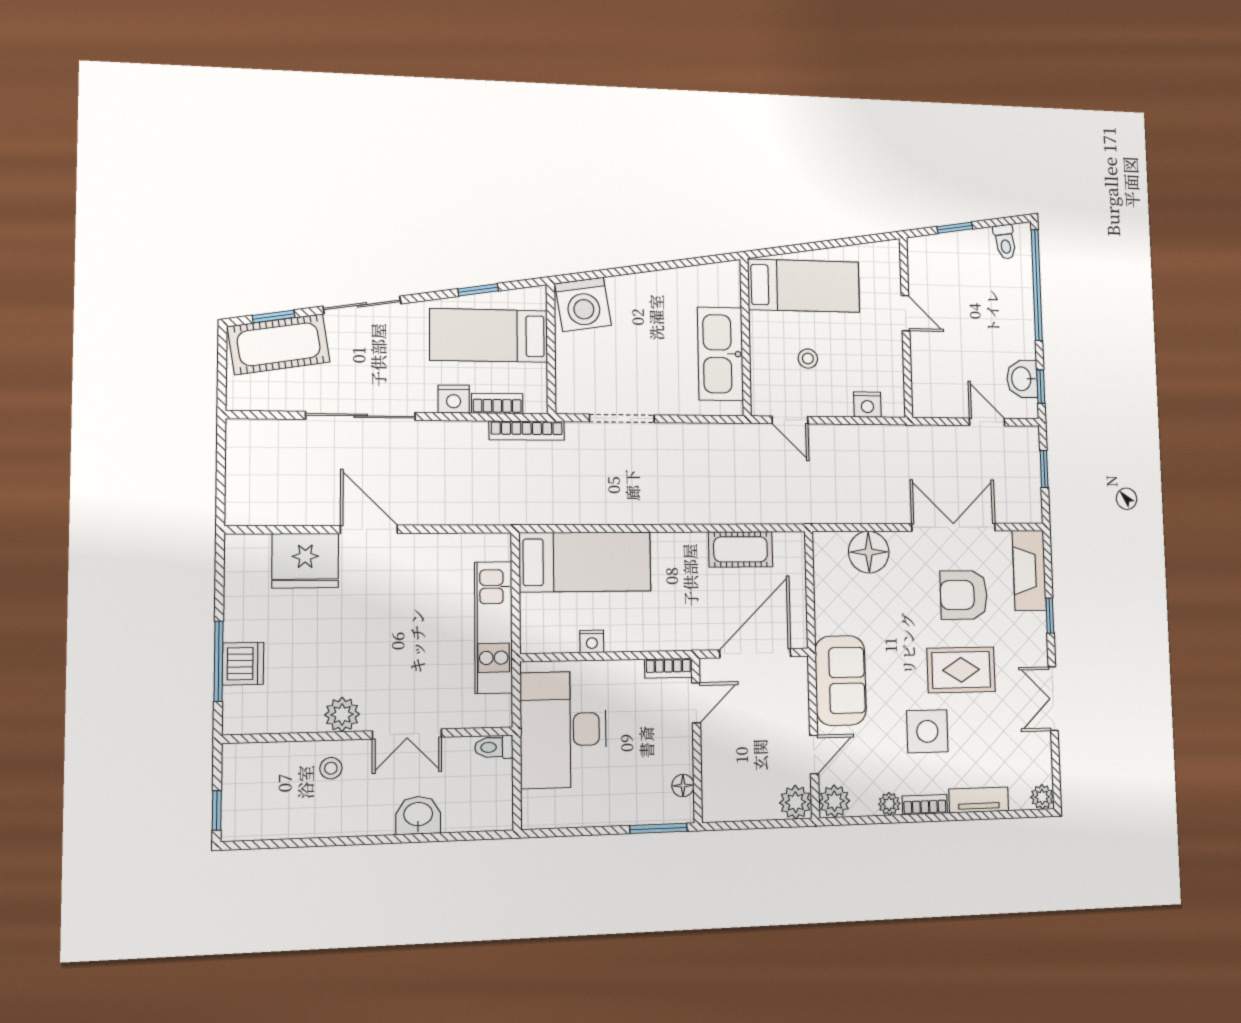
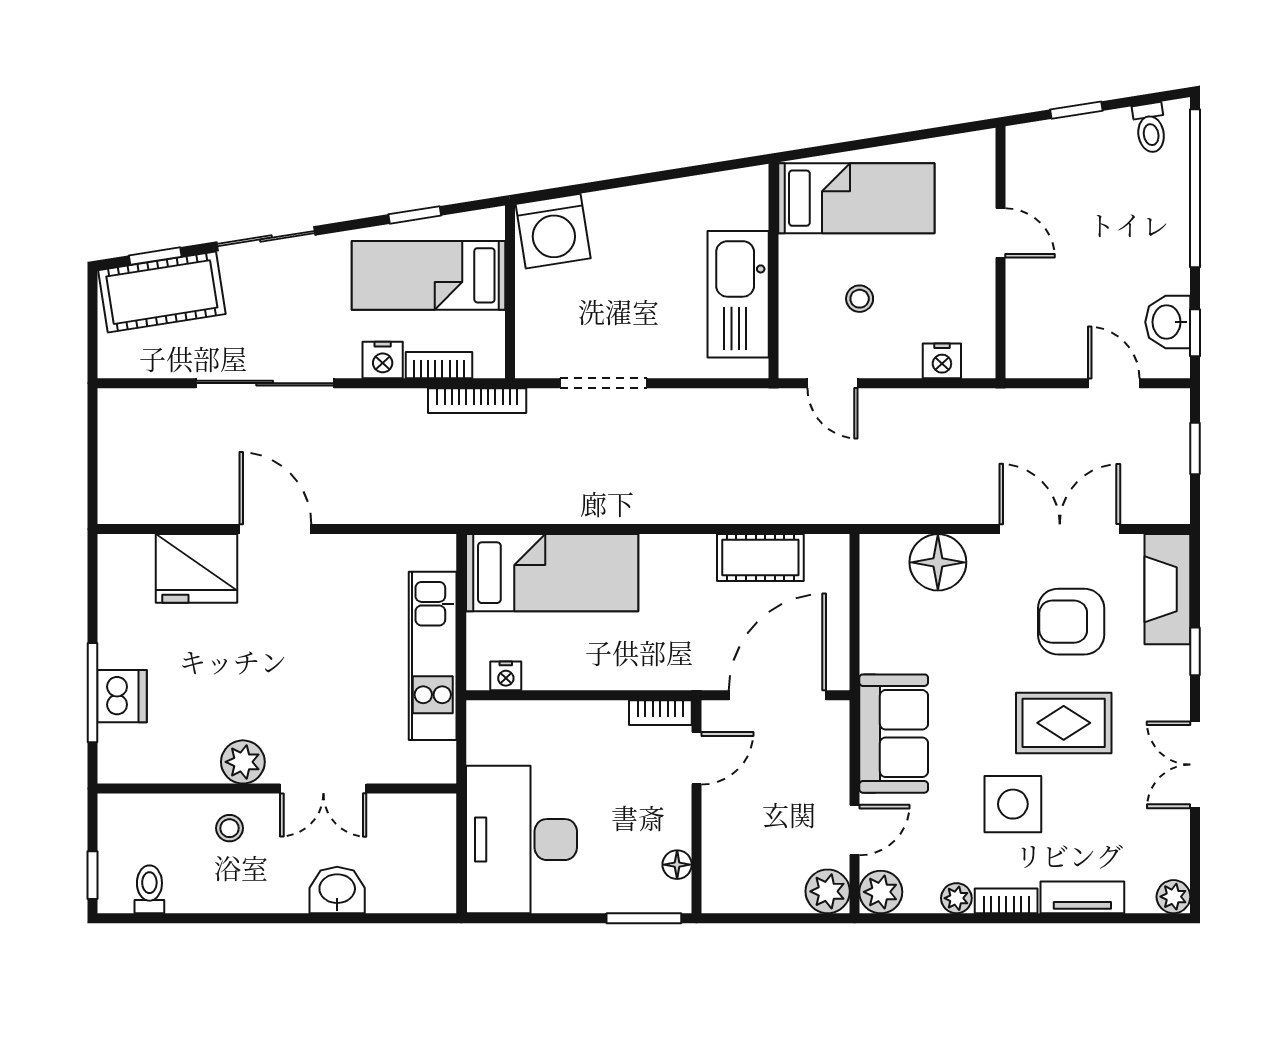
nightstand: (592, 641) -> (506, 676), moved
desk: (563, 730) -> (521, 840), moved
toilet: (494, 747) -> (149, 889), moved, turned 90

